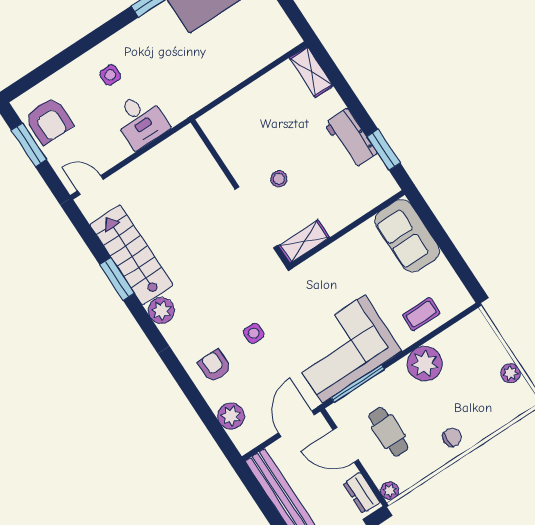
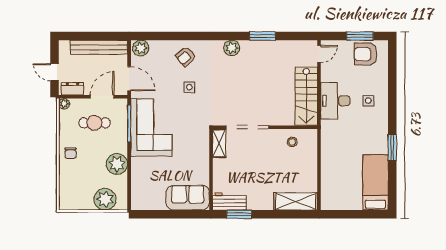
shelving: (311, 72) -> (296, 201), width x1.50, depth x1.33
desk: (140, 120) -> (335, 101), width x1.37
workbench: (351, 138) -> (229, 201), moved
stool: (279, 179) -> (292, 142), moved
stairs: (131, 255) -> (306, 96), moved, turned 90
coffee table: (421, 314) -> (143, 179), removed
armchair: (214, 366) -> (186, 56), turned 140
plant: (511, 373) -> (105, 199), moved, width x1.88, depth x1.88
plant: (231, 416) -> (141, 48), moved

